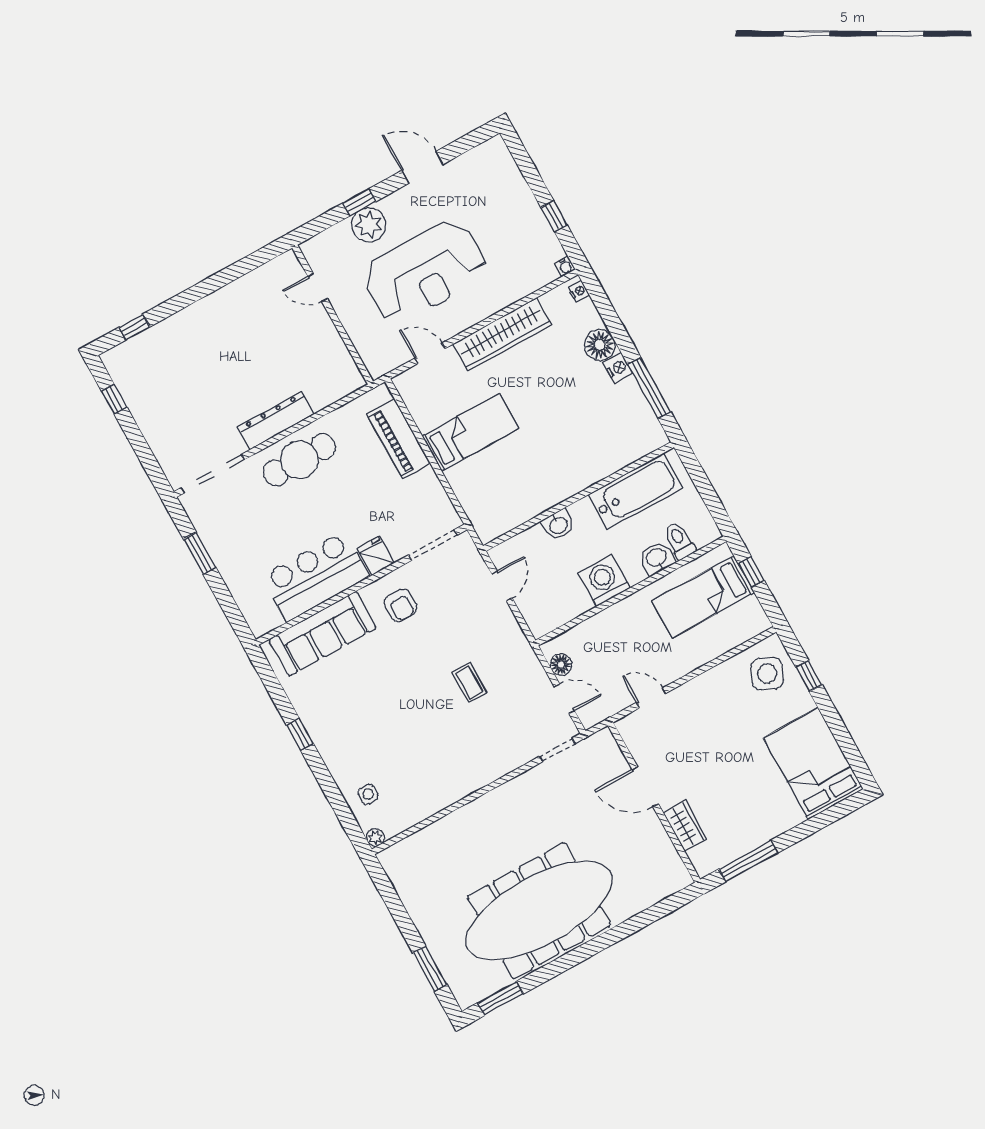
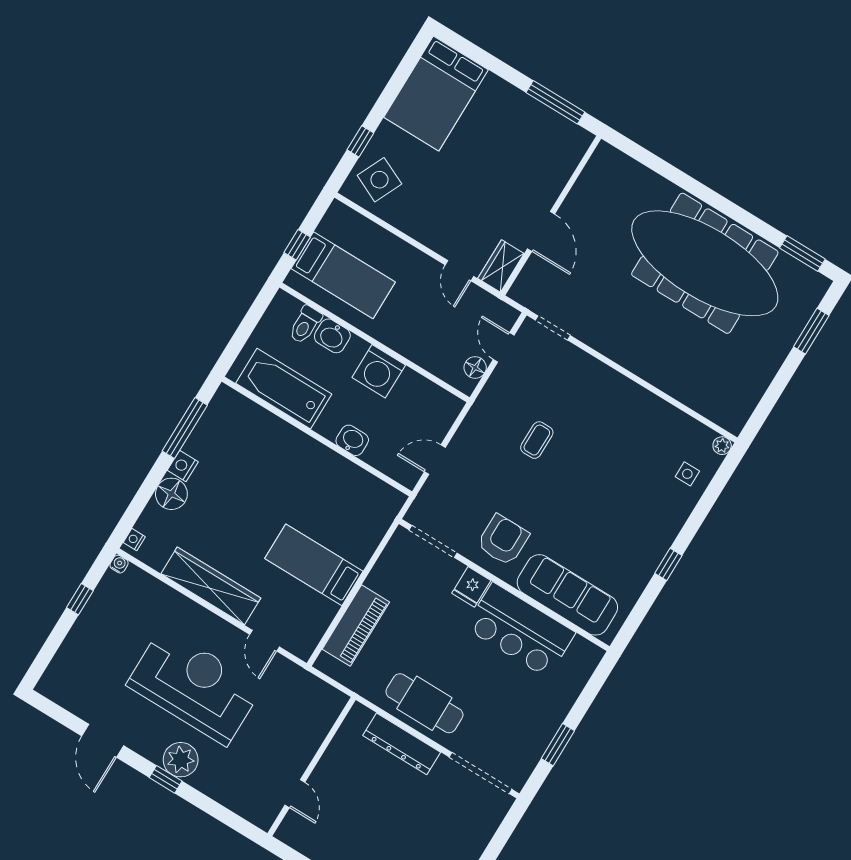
door: (318, 287) -> (295, 794), moved
wall: (333, 315) -> (311, 767), moved
armchair: (400, 605) -> (503, 540), width x1.38, depth x1.38
wardrobe: (685, 826) -> (501, 266), moved

